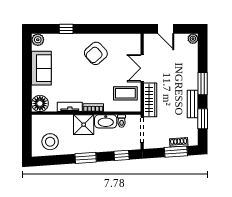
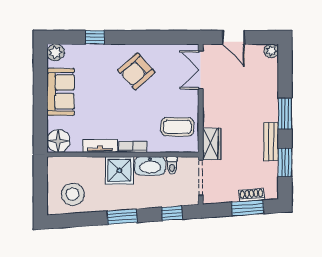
double door: (142, 68) -> (201, 70), moved
wardrobe: (150, 100) -> (212, 144), width x0.67

